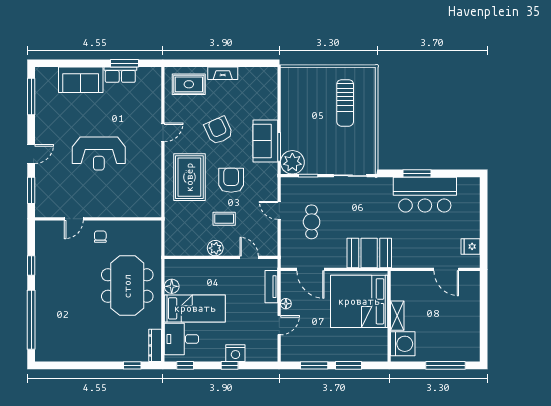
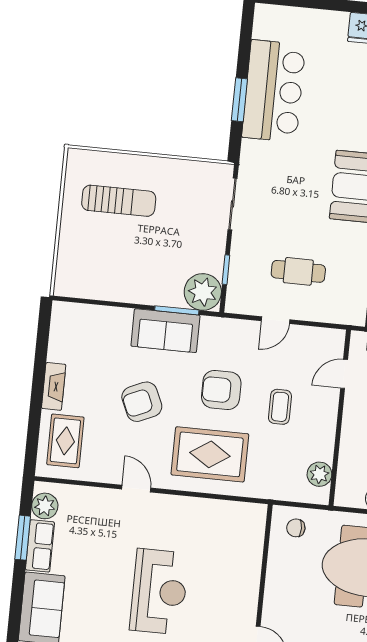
plant: (146, 75) -> (45, 506), added
chair: (100, 237) -> (296, 528), moved
plant: (215, 248) -> (319, 474), moved

